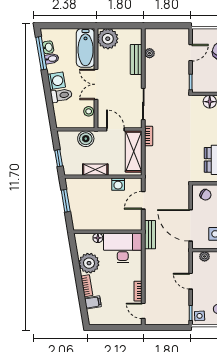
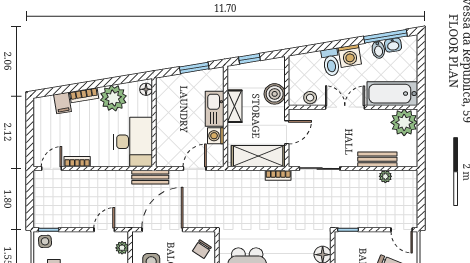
door: (191, 53) -> (402, 230), moved
kitchen sink: (97, 185) -> (215, 109), added
door: (143, 200) -> (195, 168), hinge flipped
floor lamp: (98, 238) -> (146, 89), moved
door: (191, 281) -> (104, 230), moved

